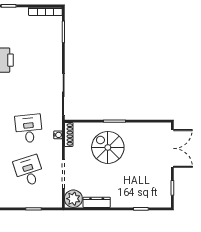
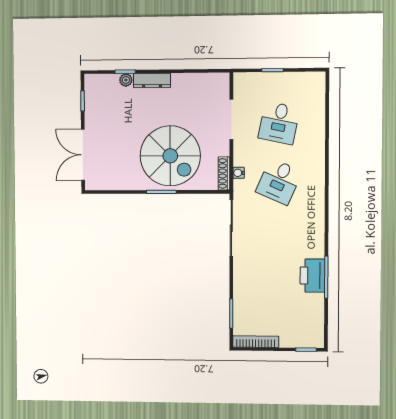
desk: (29, 128) -> (279, 182), turned 30
spiral stairs: (108, 147) -> (170, 156), width x1.37, depth x1.37
desk: (29, 171) -> (279, 123), turned 30
plant: (73, 199) -> (126, 80), moved, width x0.53, depth x0.53
dresser: (97, 202) -> (152, 80), moved

